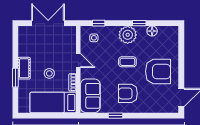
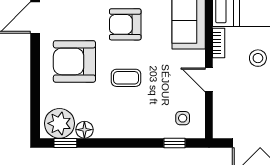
window: (139, 23) -> (65, 143), moved
plant: (128, 35) -> (59, 123), moved
armchair: (128, 93) -> (125, 24), turned 180

